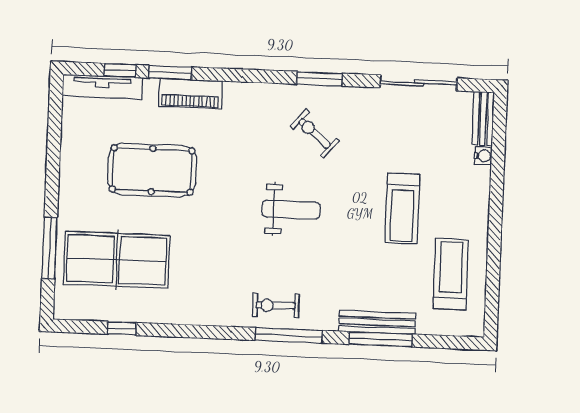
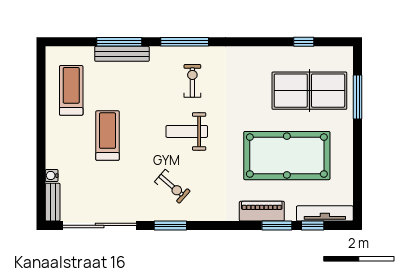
sliding door: (419, 83) -> (100, 225), width x1.36
pool table: (152, 170) -> (287, 156), width x1.36, depth x1.32
treadmill: (451, 274) -> (71, 90), turned 180
exercise bike: (276, 306) -> (192, 81), moved, turned -89

